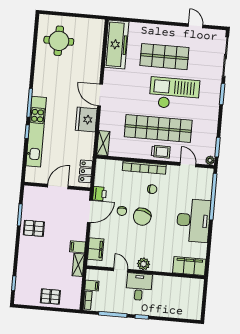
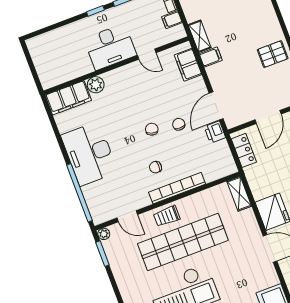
chair: (142, 217) -> (152, 129), width x0.54, depth x0.54
plant: (143, 264) -> (96, 85), moved
desk: (139, 287) -> (110, 47), width x1.37

